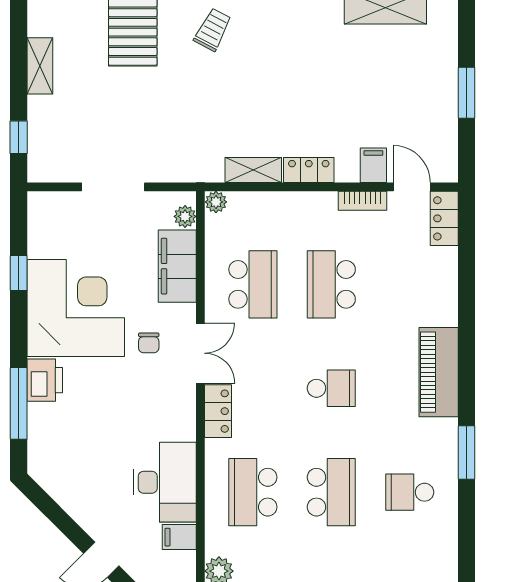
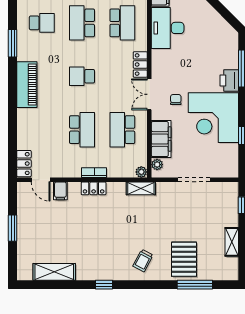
shelving: (253, 170) -> (141, 188), moved
bookcase: (362, 201) -> (94, 173), moved

